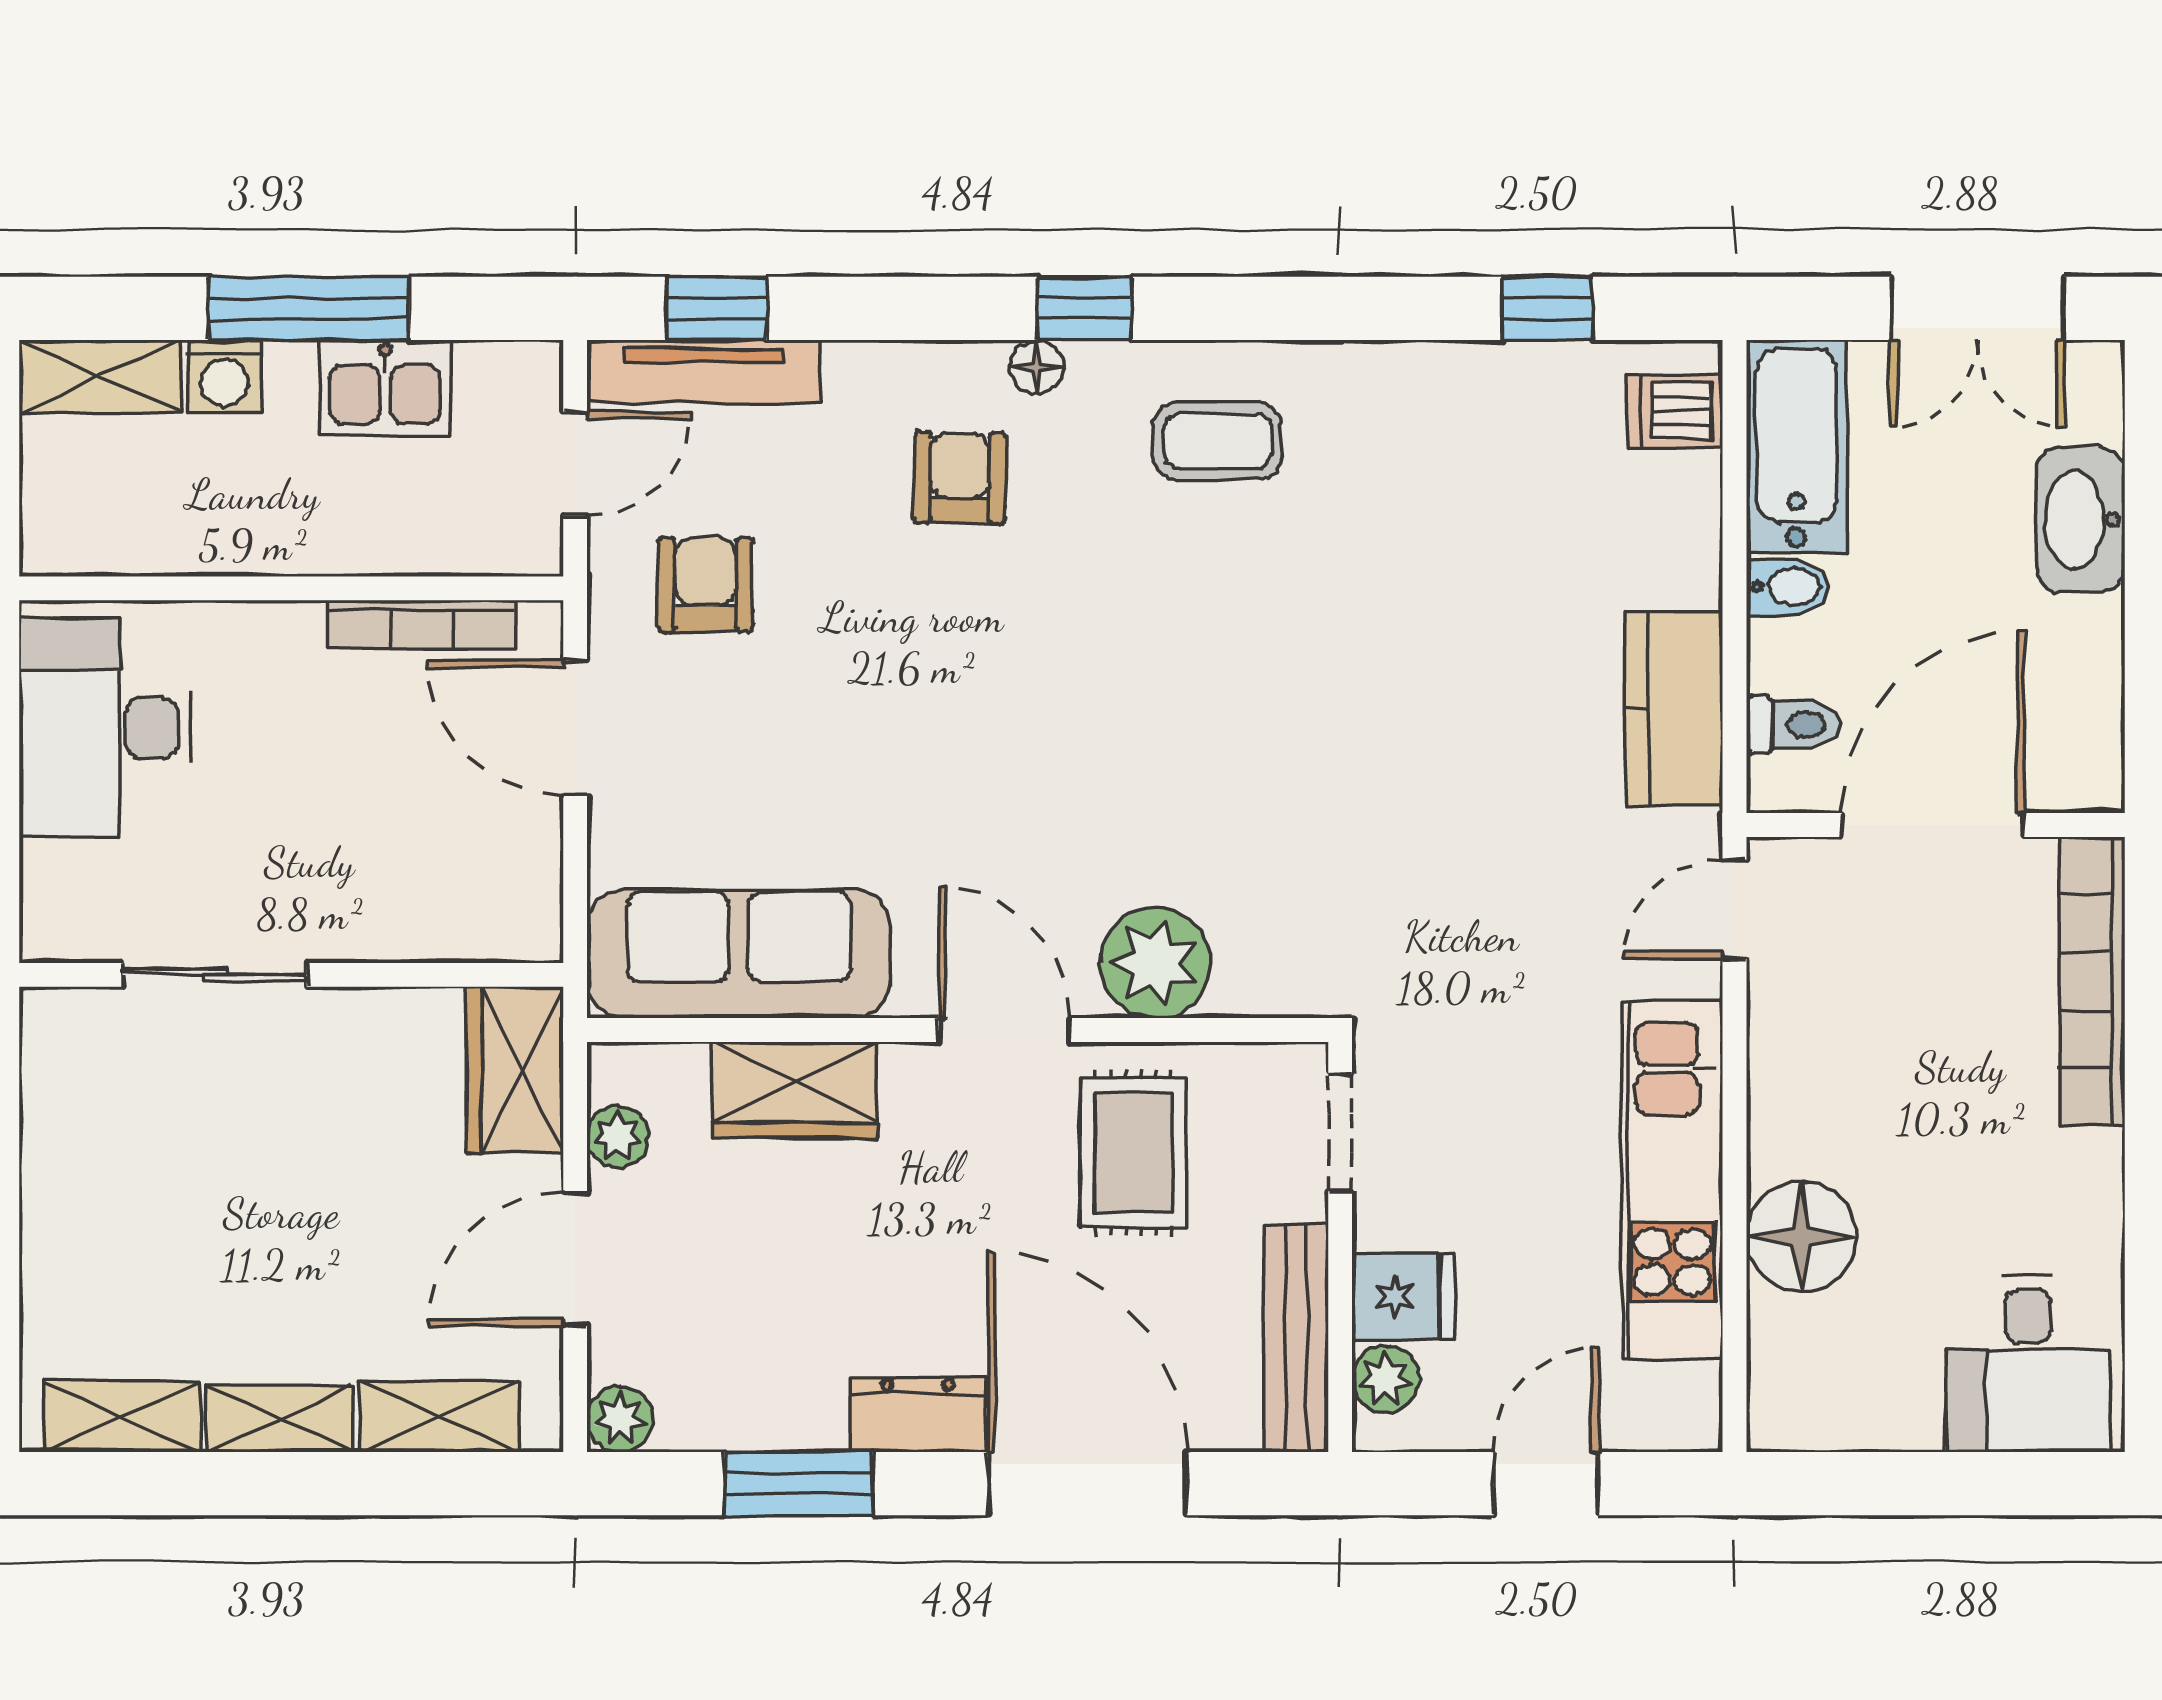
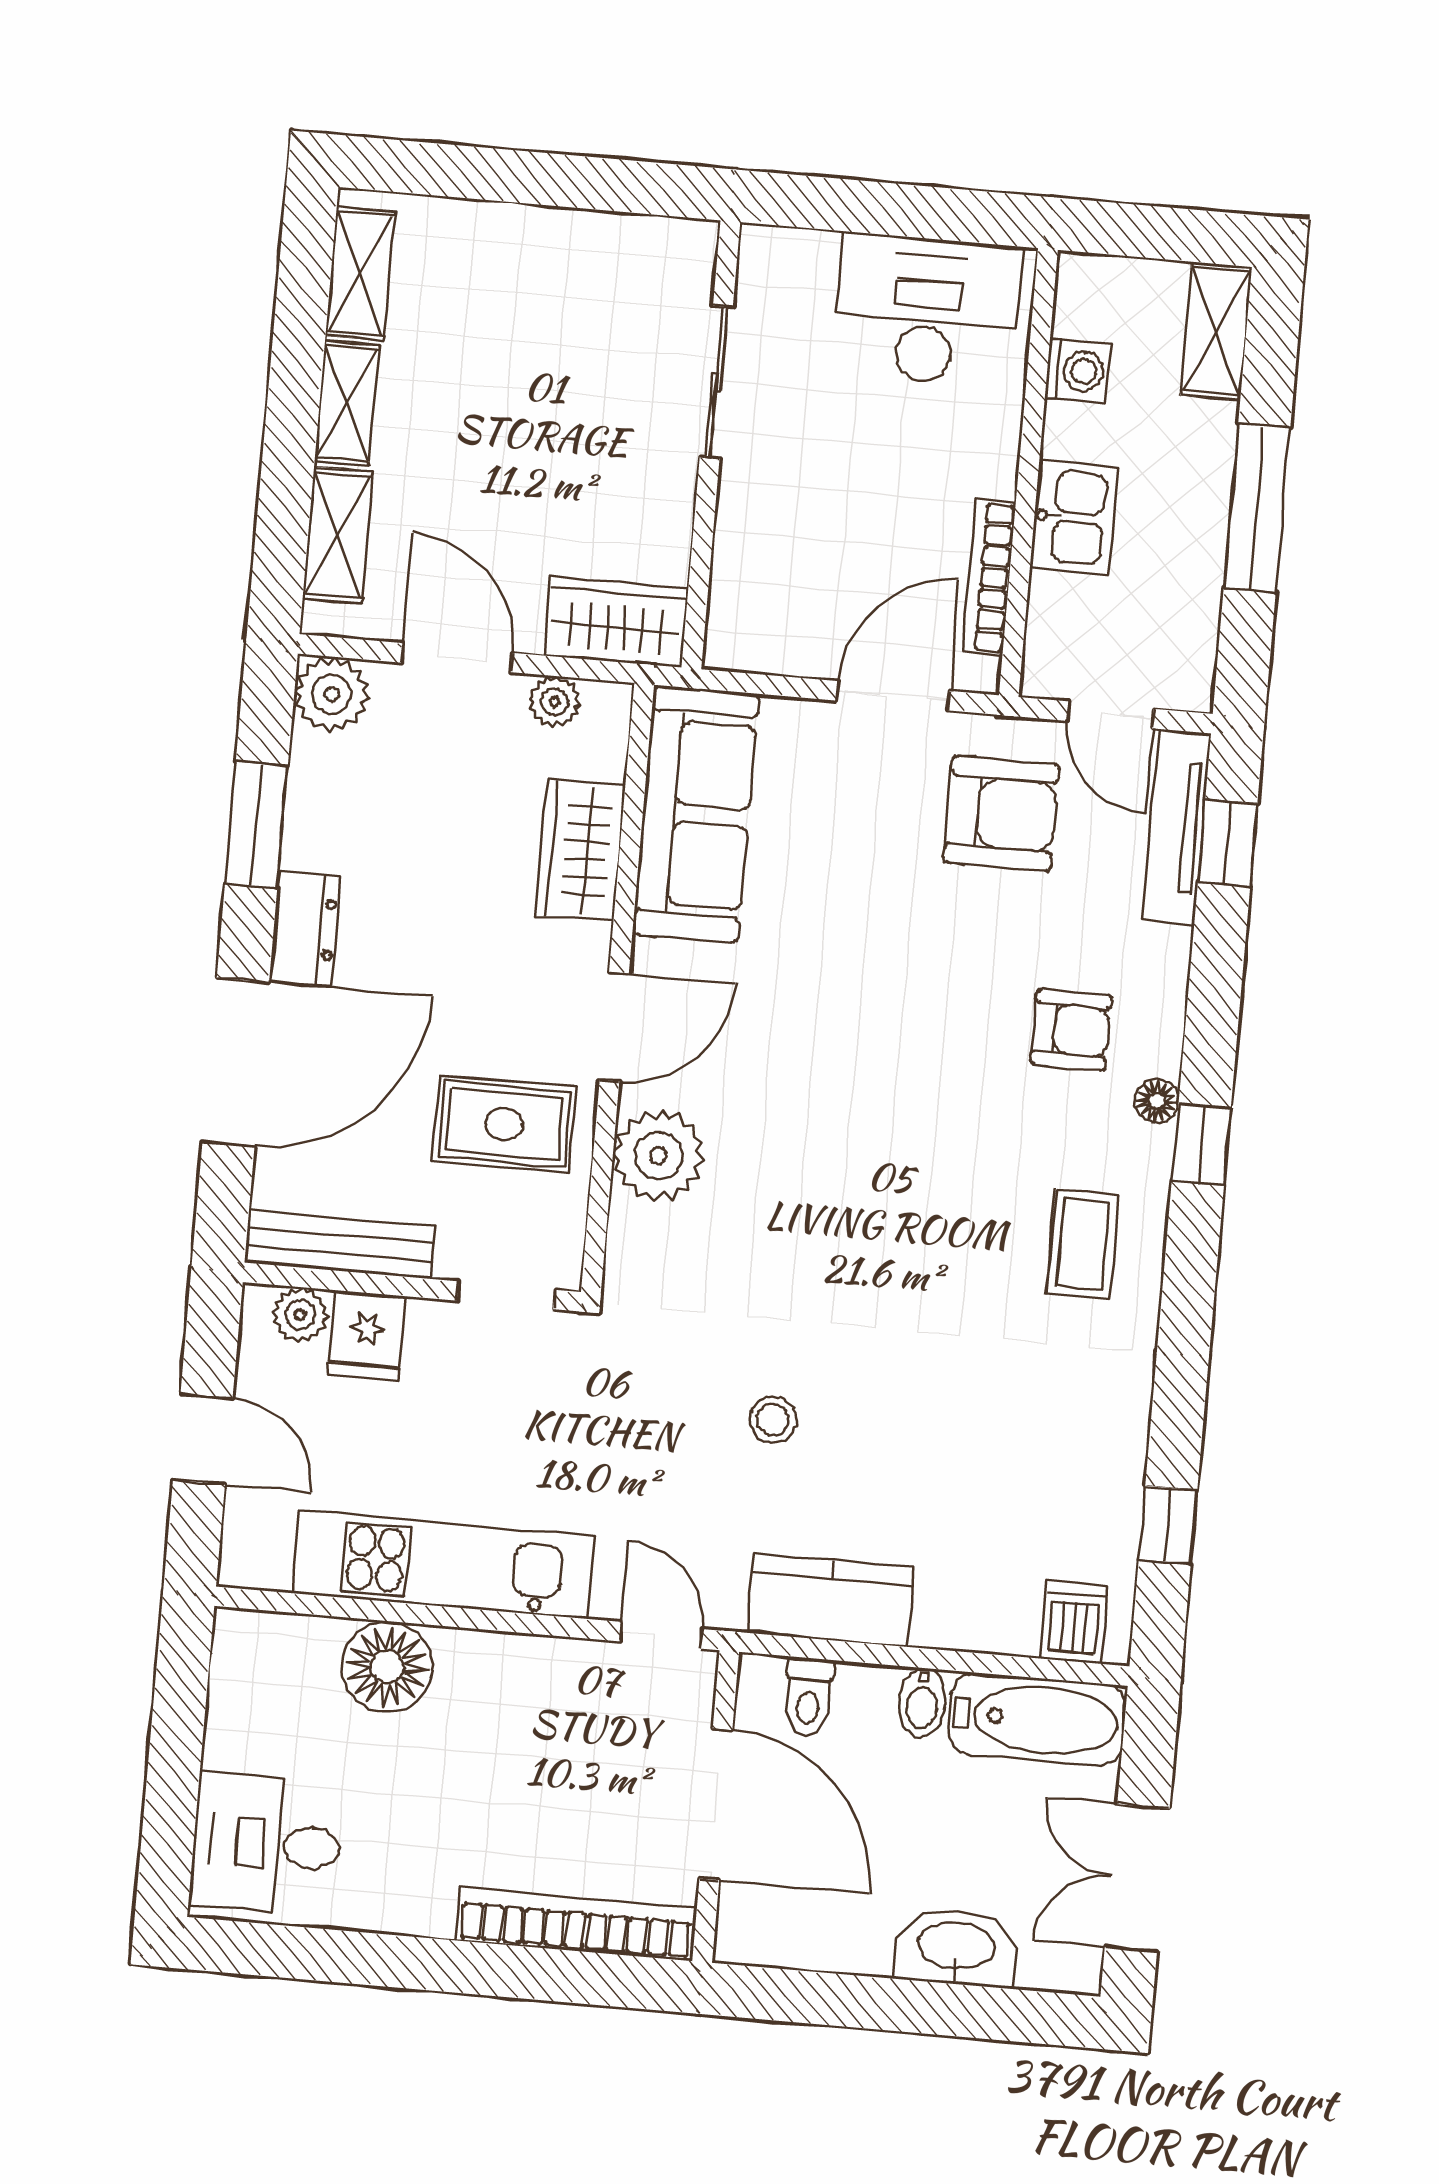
washing machine: (225, 377) -> (1078, 371), moved, turned 180
kitchen sink: (385, 388) -> (1074, 517), moved, turned 180
armchair: (705, 585) -> (1002, 813), width x1.38, depth x1.38
stool: (1462, 797) -> (773, 1420), added
plant: (620, 1419) -> (332, 694), width x1.38, depth x1.38

